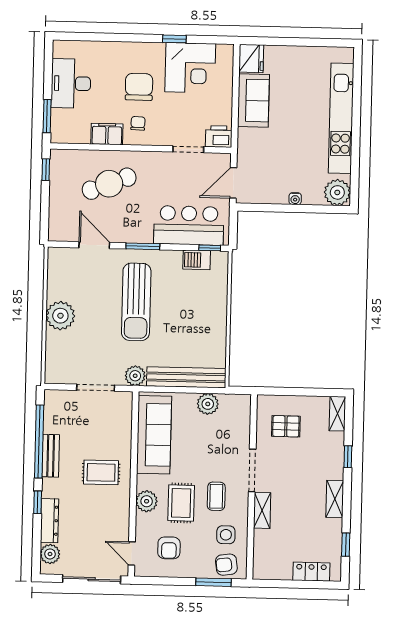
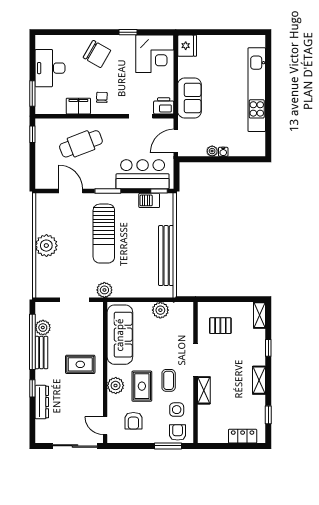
corner desk: (190, 68) -> (155, 54), moved
chair: (139, 87) -> (97, 54), moved, turned 120
sofa: (253, 101) -> (190, 98), moved
plant: (337, 192) -> (212, 151), moved, width x0.53, depth x0.53
bench: (186, 377) -> (166, 256), moved, turned 90
plant: (50, 554) -> (43, 328), moved
armchair: (226, 565) -> (178, 432), turned 97

